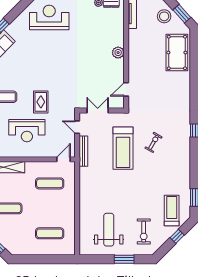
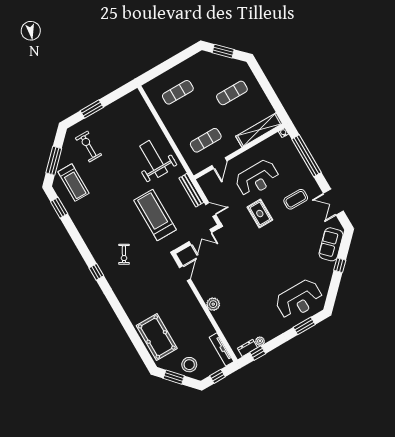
reception desk: (27, 131) -> (257, 178), turned 180
exercise bike: (154, 142) -> (124, 254), moved
door: (63, 159) -> (219, 163), moved
weight bench: (109, 230) -> (154, 159), moved, turned 180
window: (177, 236) -> (54, 161), width x2.17

